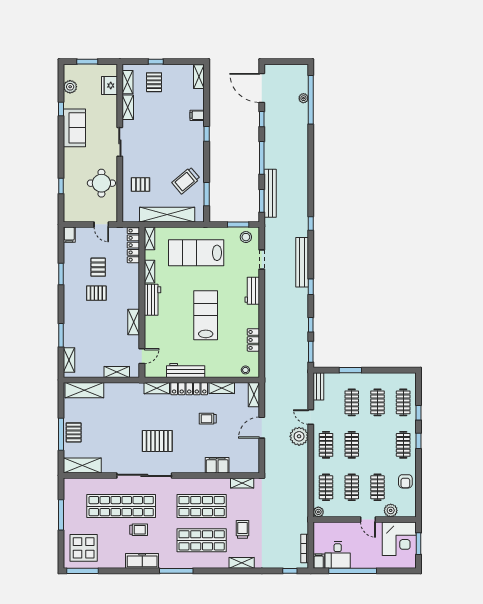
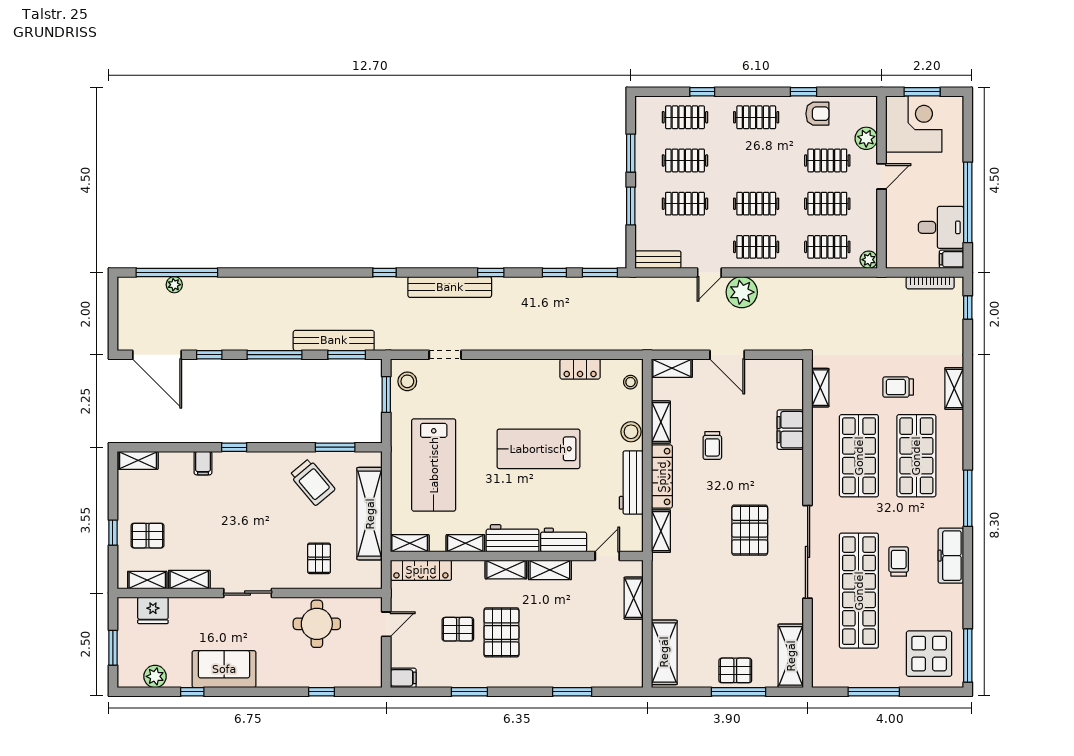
door: (262, 88) -> (157, 355), hinge flipped
workbench: (252, 291) -> (564, 540), moved, turned 180
pallet: (96, 293) -> (501, 632), width x1.50, depth x1.42
door: (142, 356) -> (607, 556), hinge flipped
shelving: (69, 360) -> (506, 570), moved
stool: (216, 370) -> (631, 432), added
window: (382, 370) -> (631, 153), added
window: (418, 441) -> (803, 92), moved

